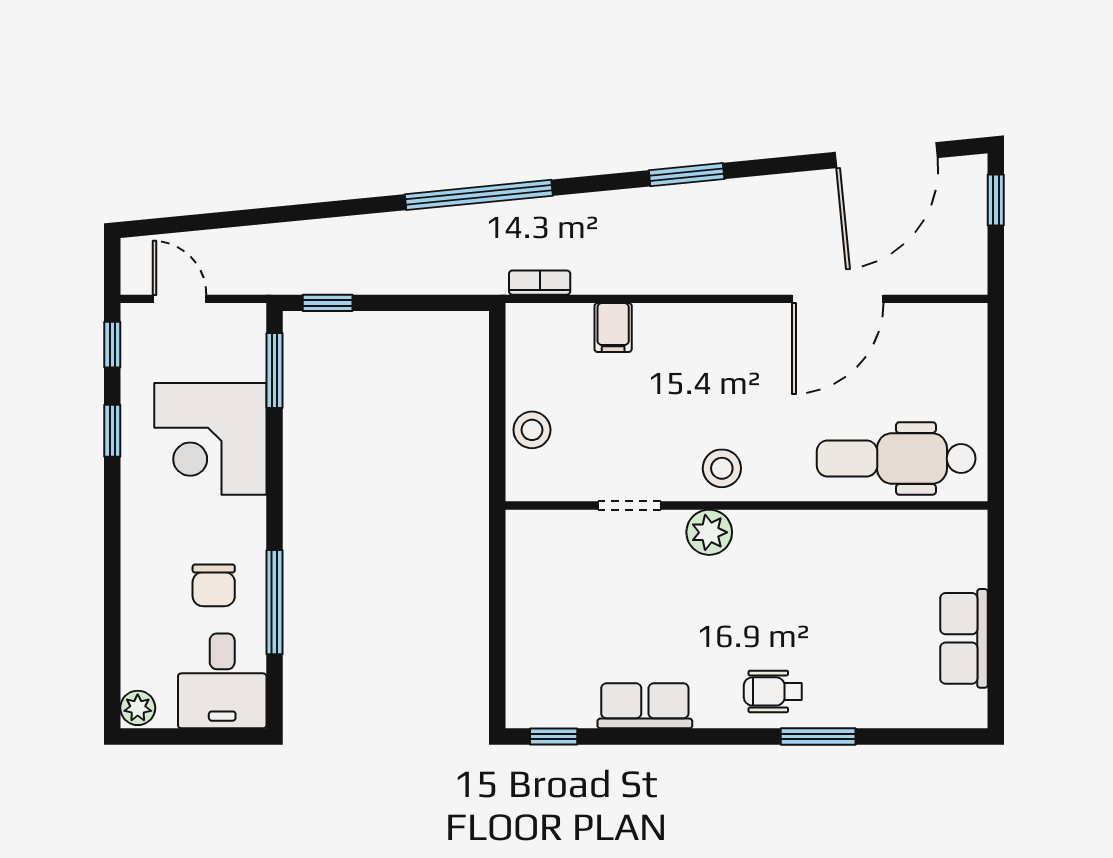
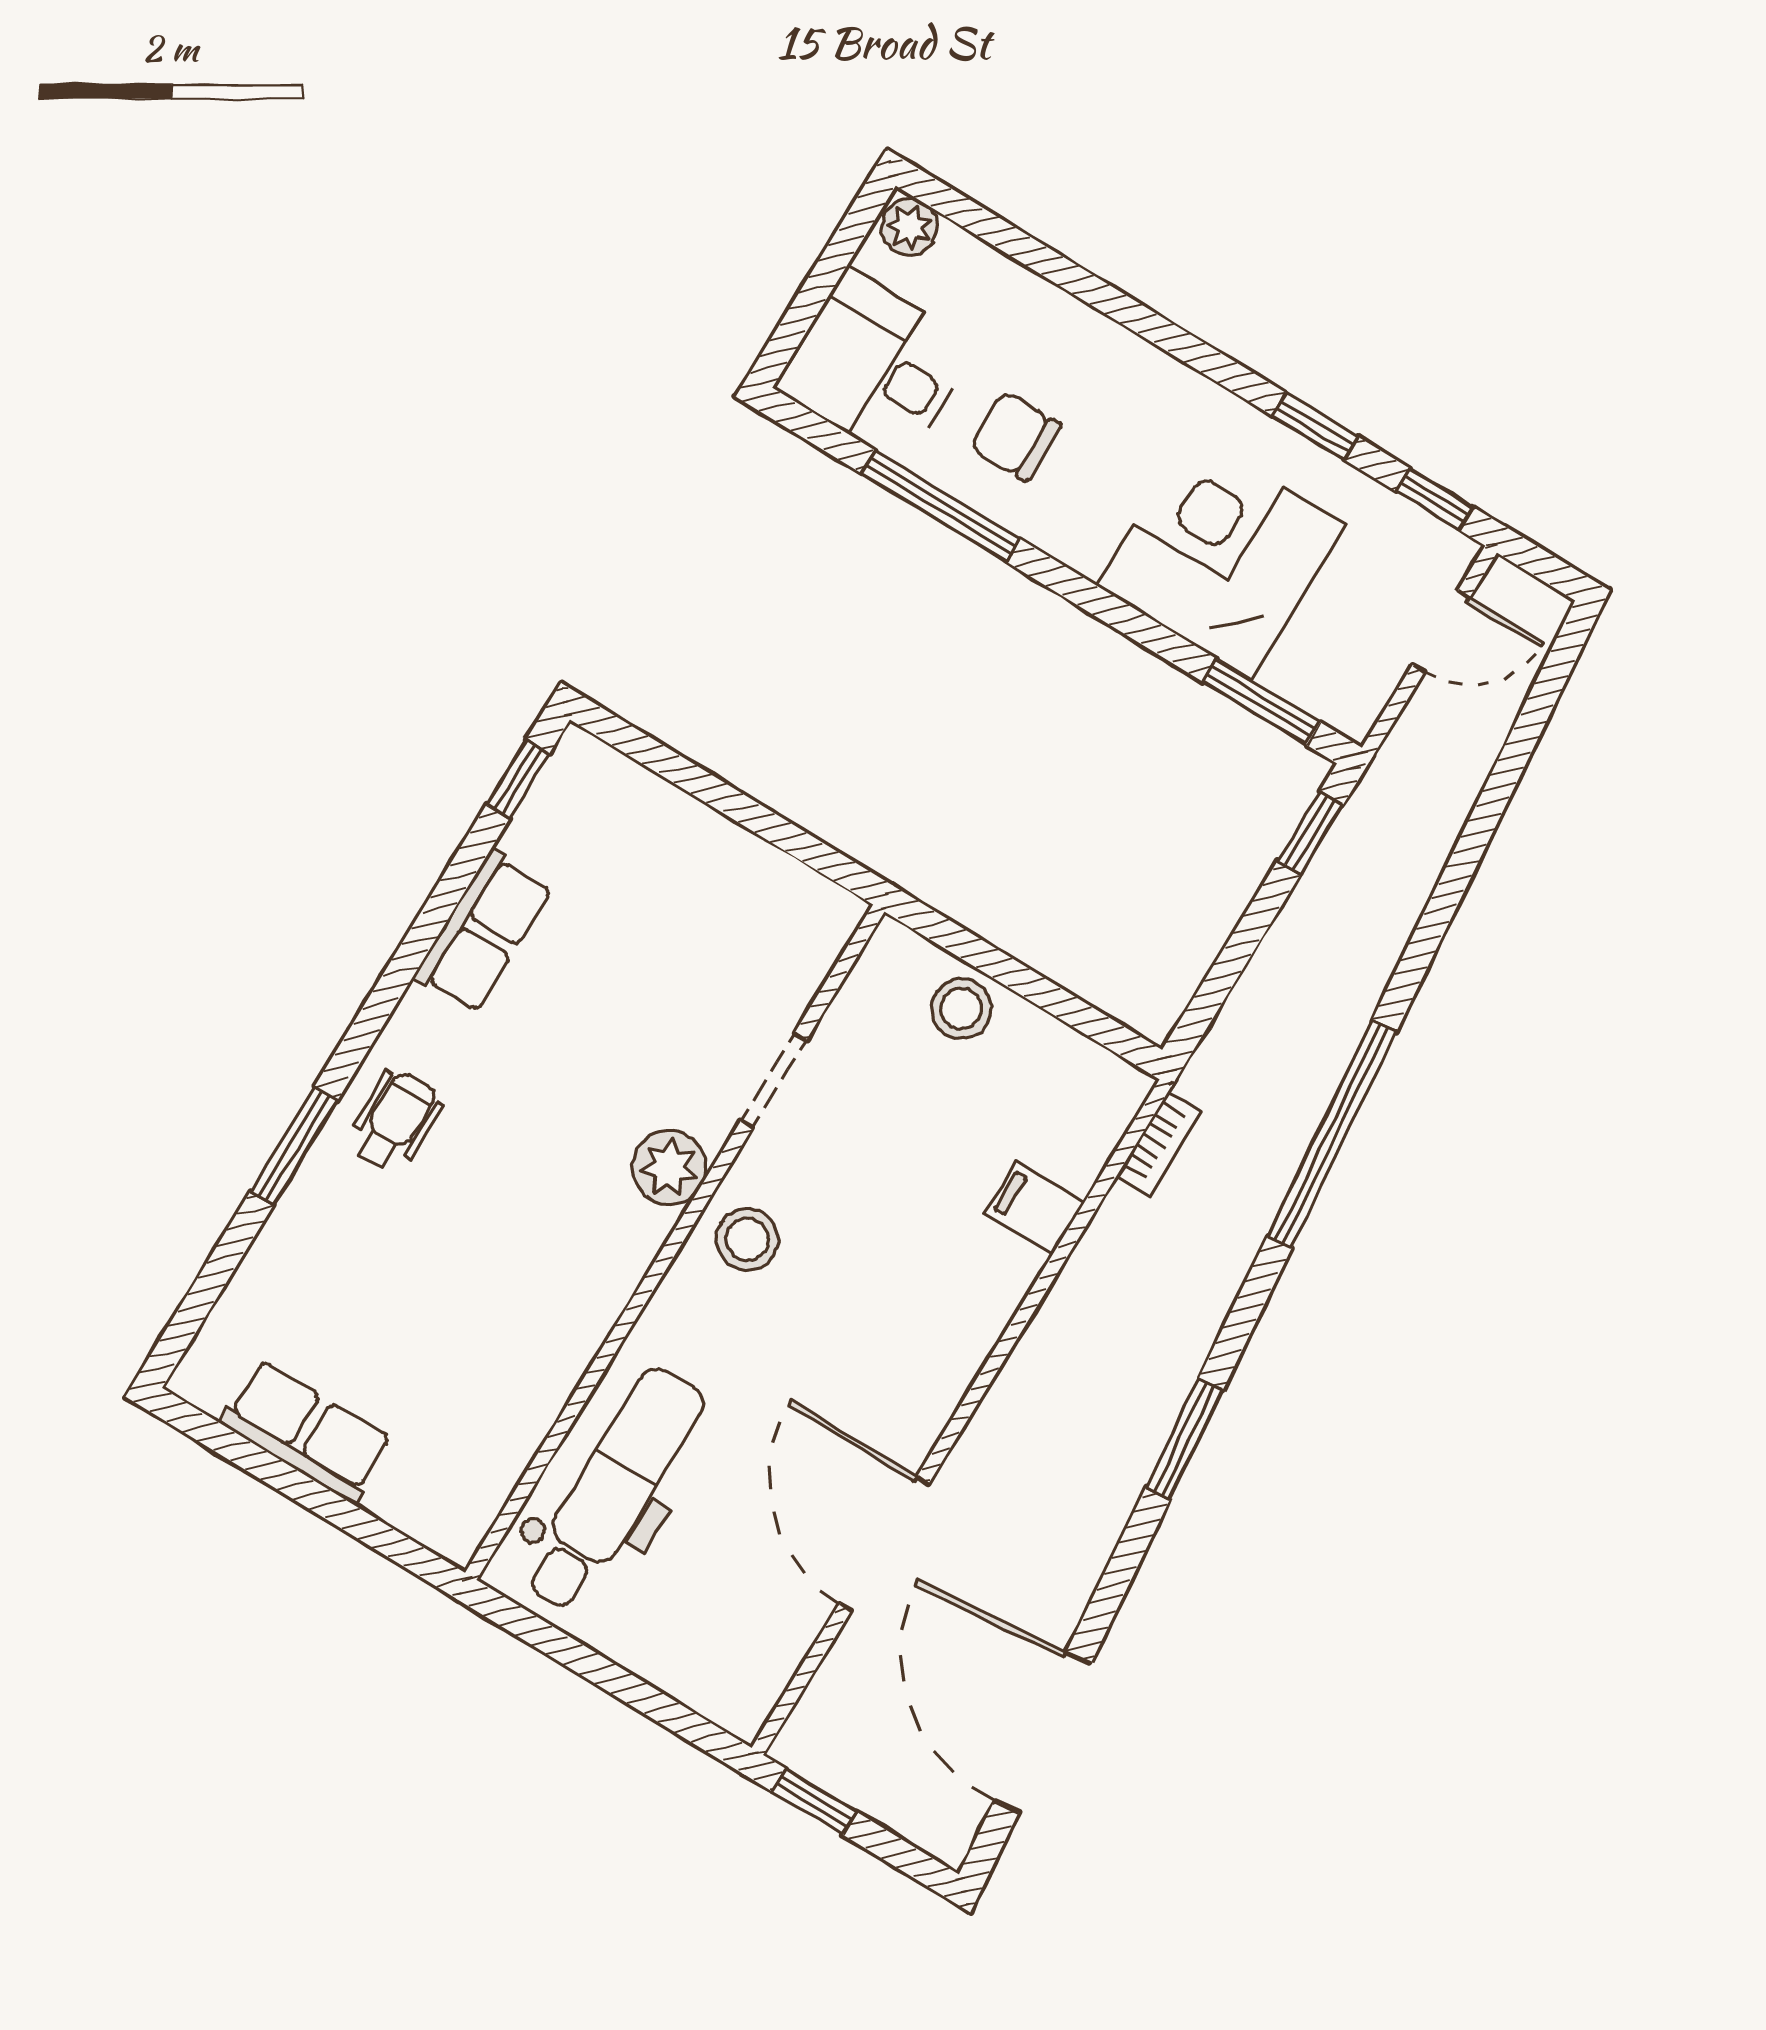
window: (996, 200) -> (814, 1802), moved

